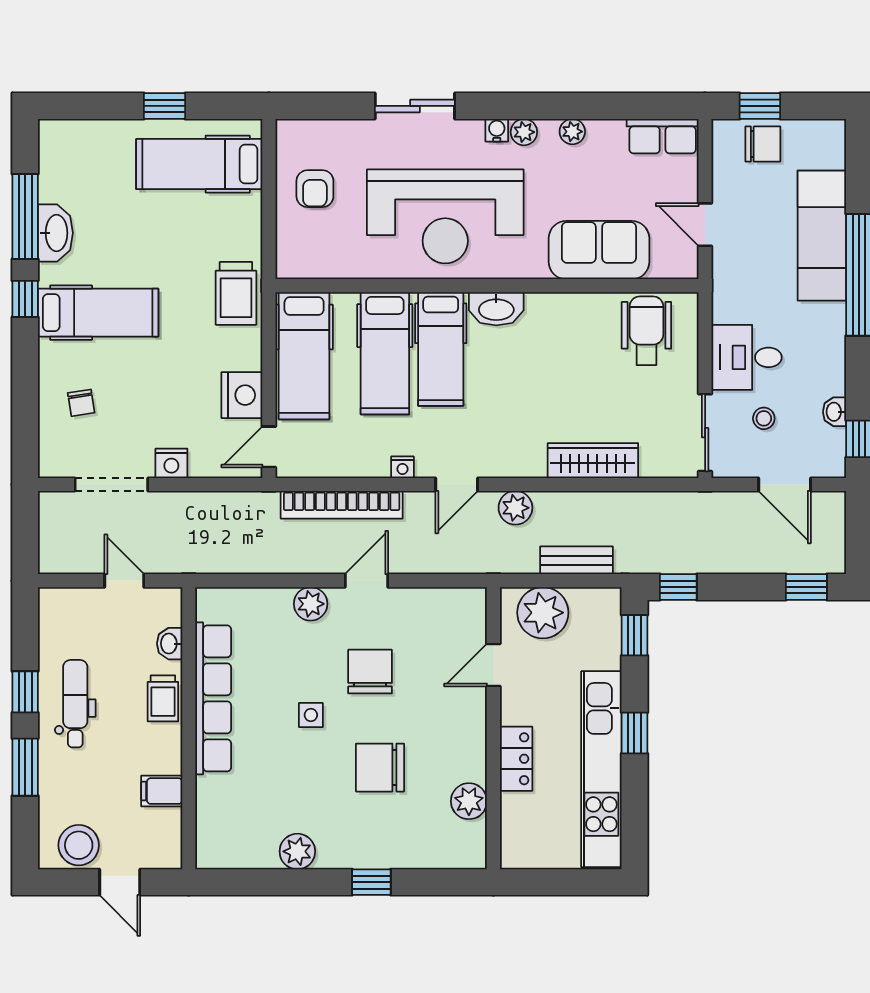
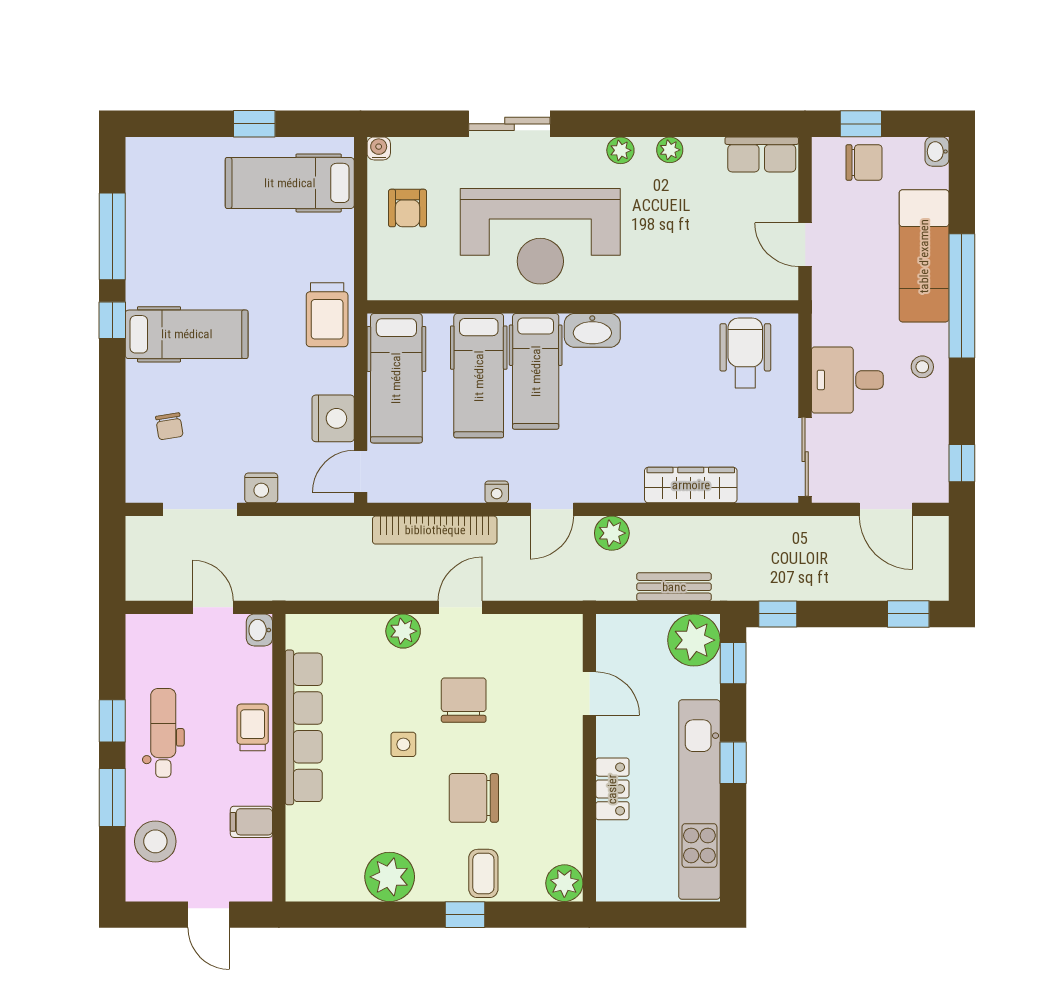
water cooler: (497, 130) -> (379, 148), moved
washbasin: (55, 233) -> (143, 253), removed
sofa: (599, 250) -> (697, 271), removed
washbasin: (835, 412) -> (937, 152), moved
stool: (764, 418) -> (922, 367), moved
plant: (543, 613) -> (694, 640), moved
washbasin: (170, 644) -> (259, 630), moved
door: (493, 665) -> (589, 694), swing flipped
trolley: (163, 698) -> (253, 727), turned 180
plant: (469, 801) -> (564, 883), moved
coffee table: (389, 842) -> (483, 873), added
stool: (79, 845) -> (155, 841), moved
plant: (297, 851) -> (390, 877), width x1.36, depth x1.36

